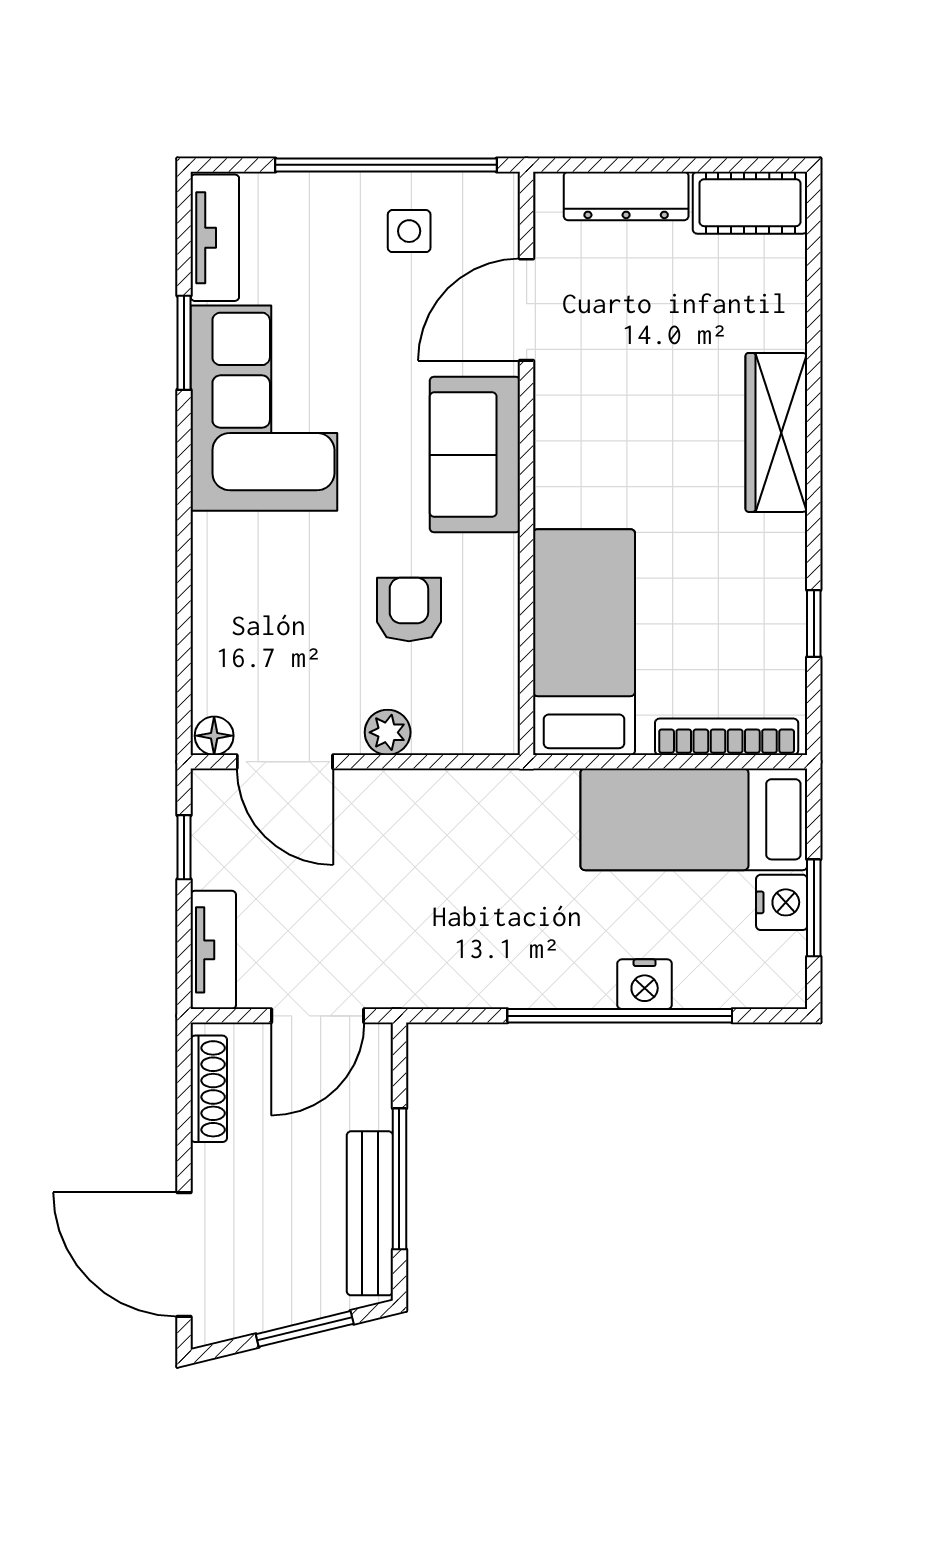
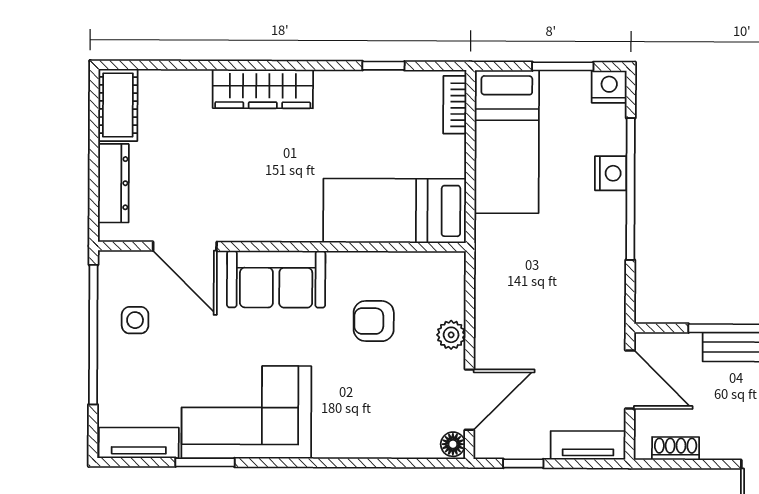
bookcase: (727, 737) -> (455, 105), width x0.64
nightstand: (782, 902) -> (609, 87), moved
shoe rack: (209, 1089) -> (676, 448), width x0.70

